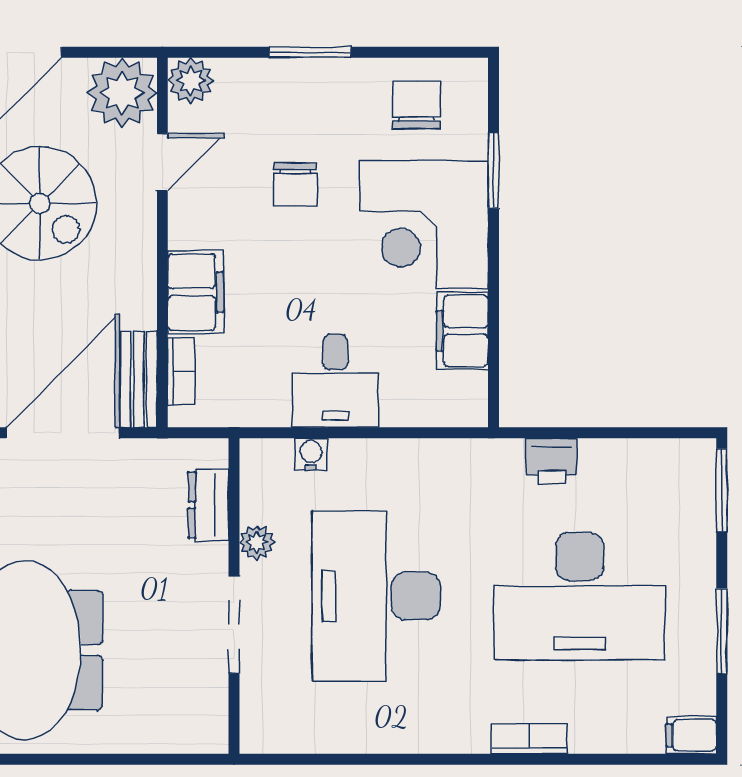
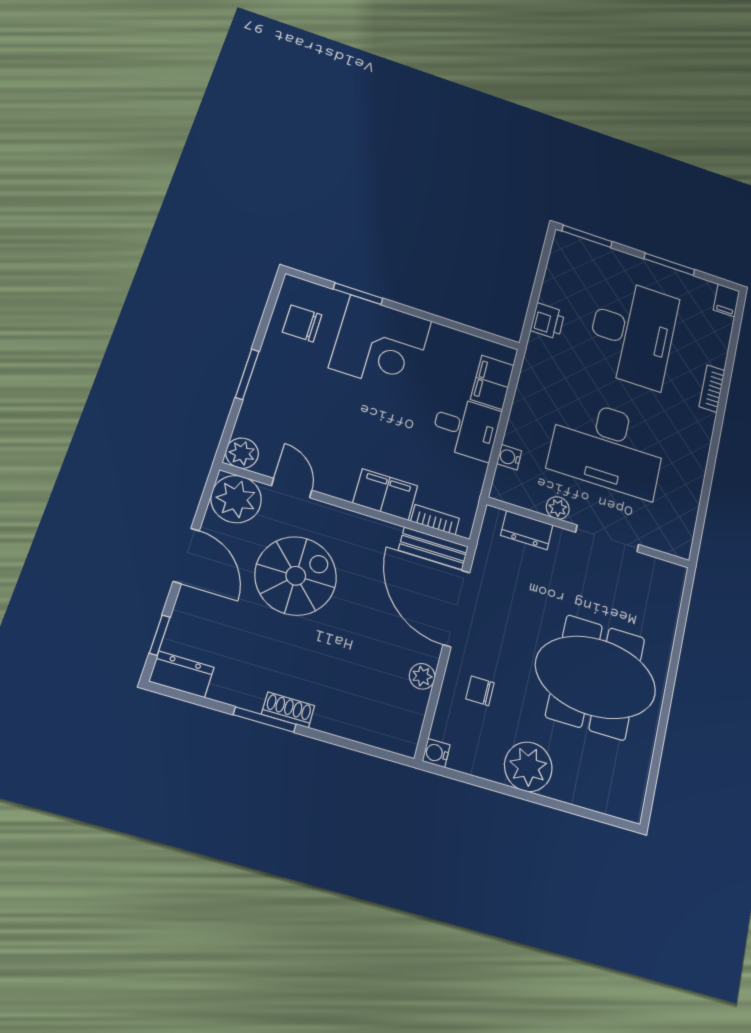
chair: (295, 185) -> (332, 411), removed
filing cabinet: (462, 331) -> (492, 382), moved, turned 90

